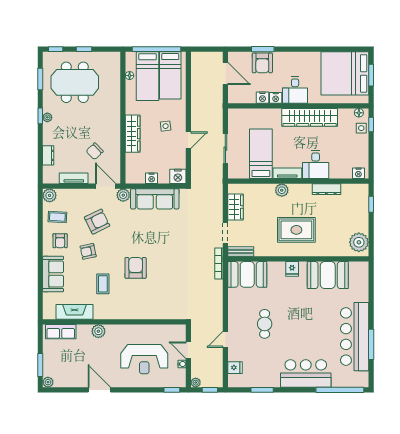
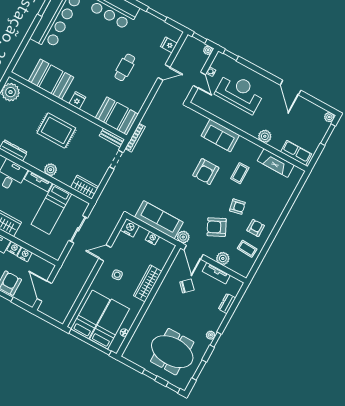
plant: (50, 195) -> (223, 258), moved
wardrobe: (235, 207) -> (85, 187), moved, turned 90
sofa: (53, 274) -> (220, 135), moved, turned -90

